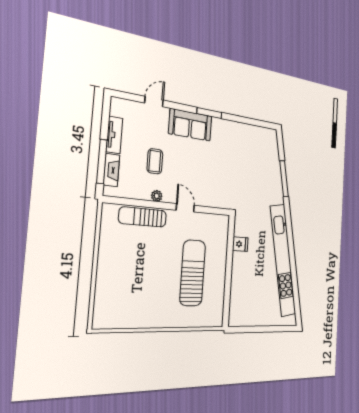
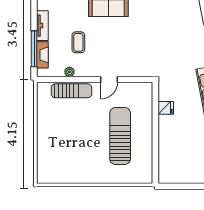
plant: (157, 196) -> (69, 72), moved
door: (185, 208) -> (109, 79), swing flipped
sun lounger: (143, 217) -> (71, 91), turned 180

